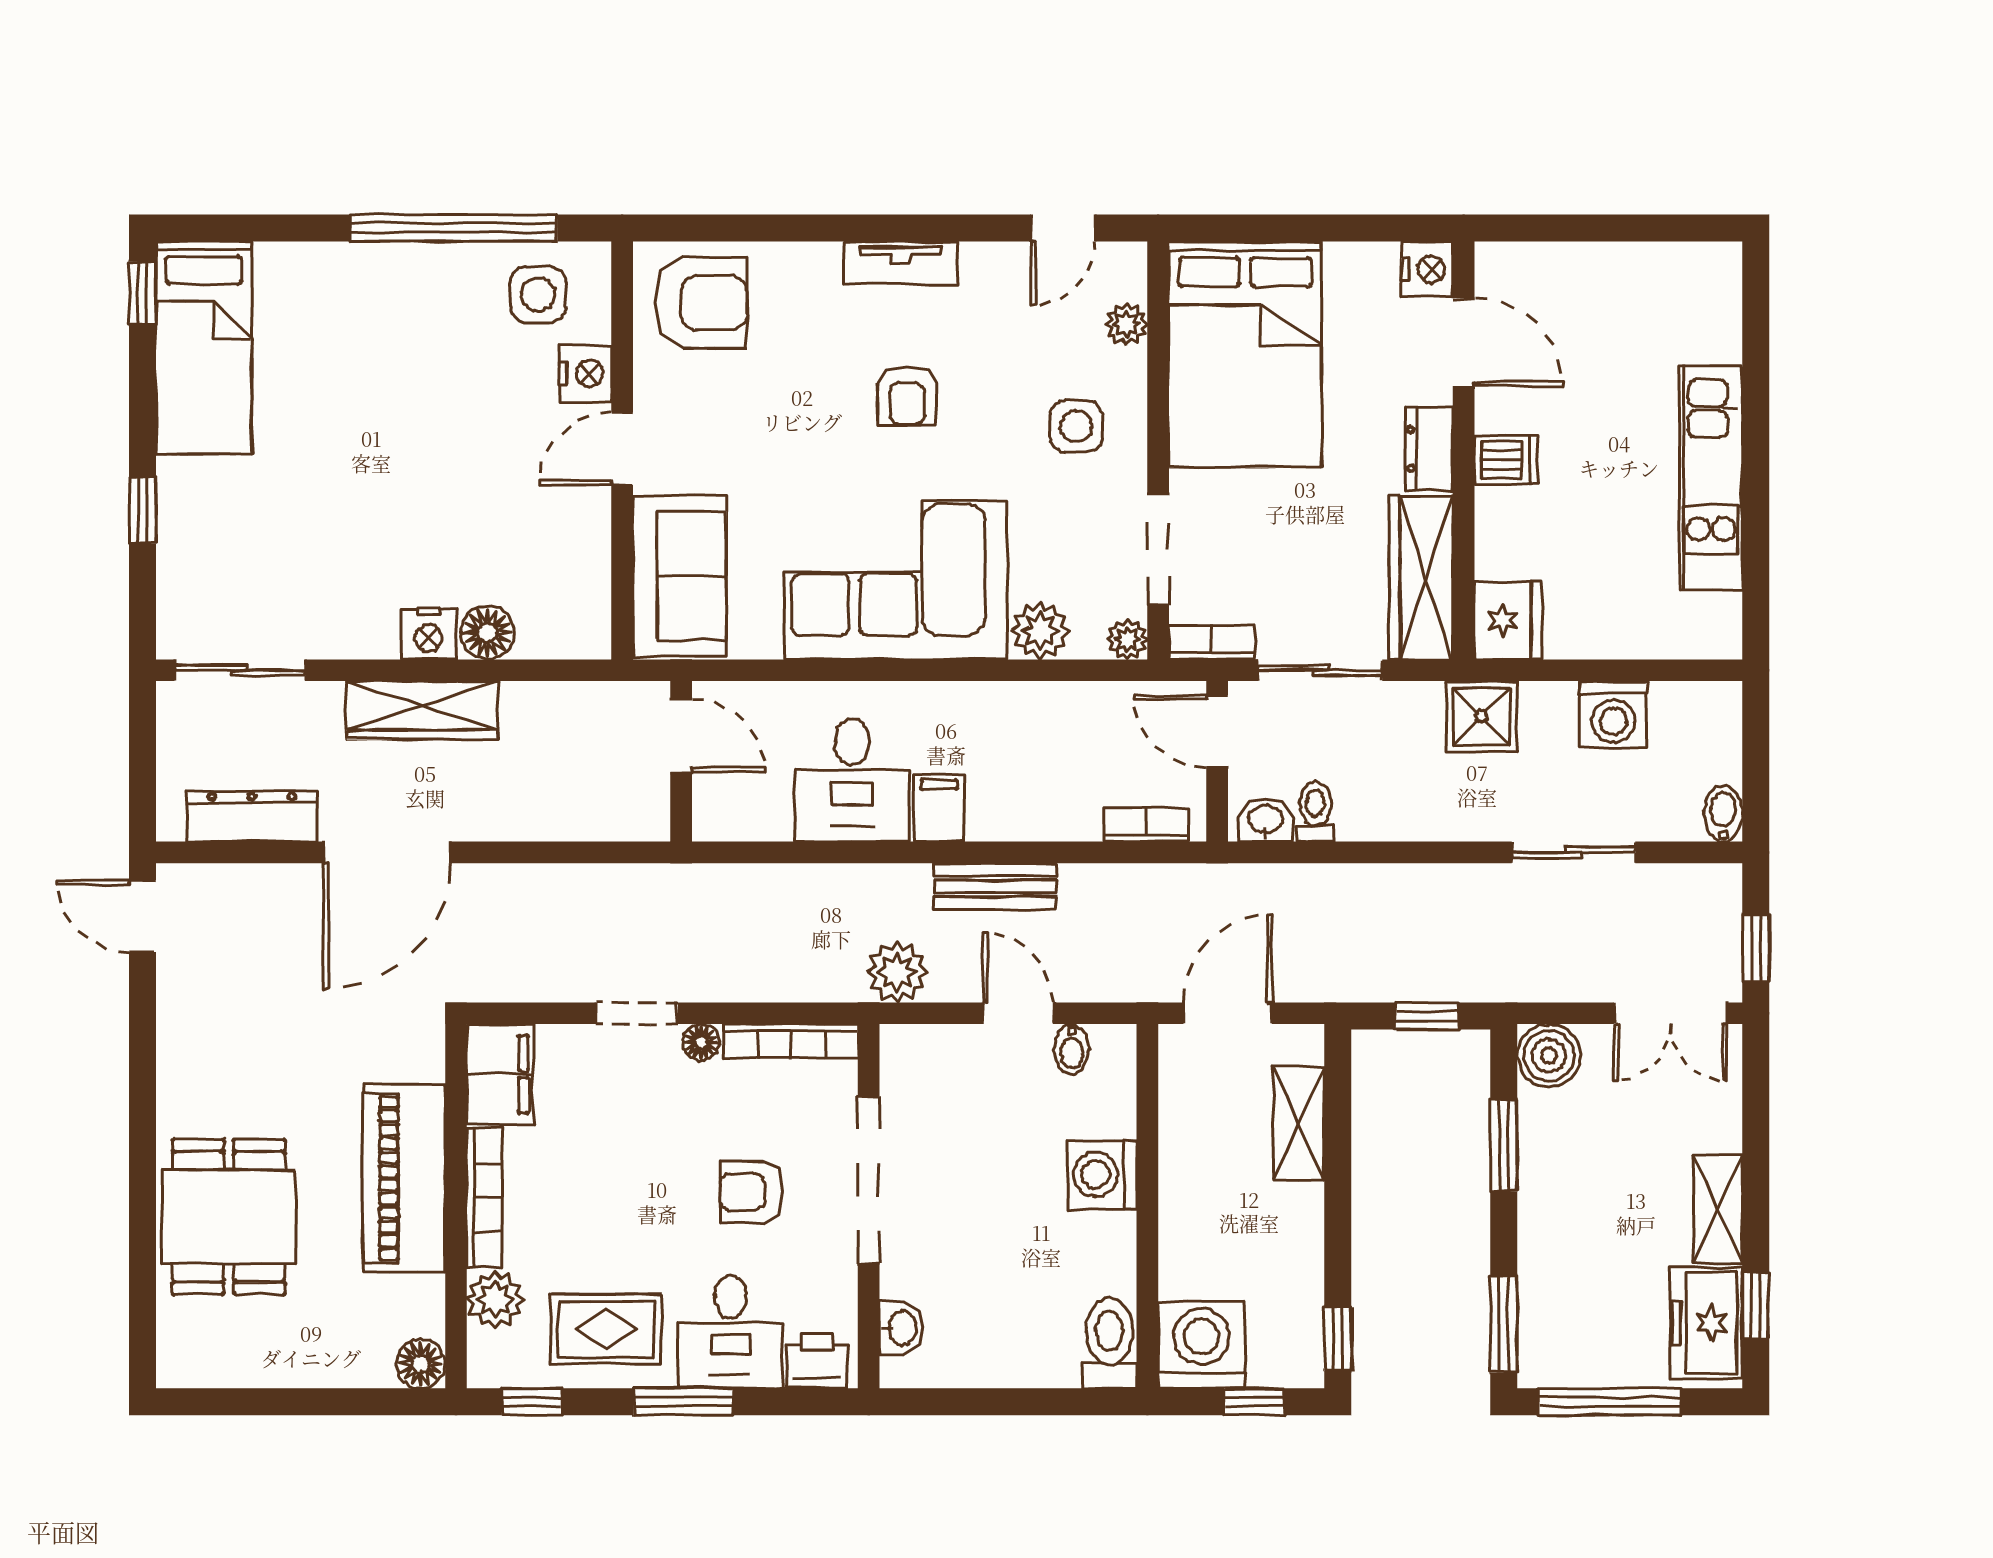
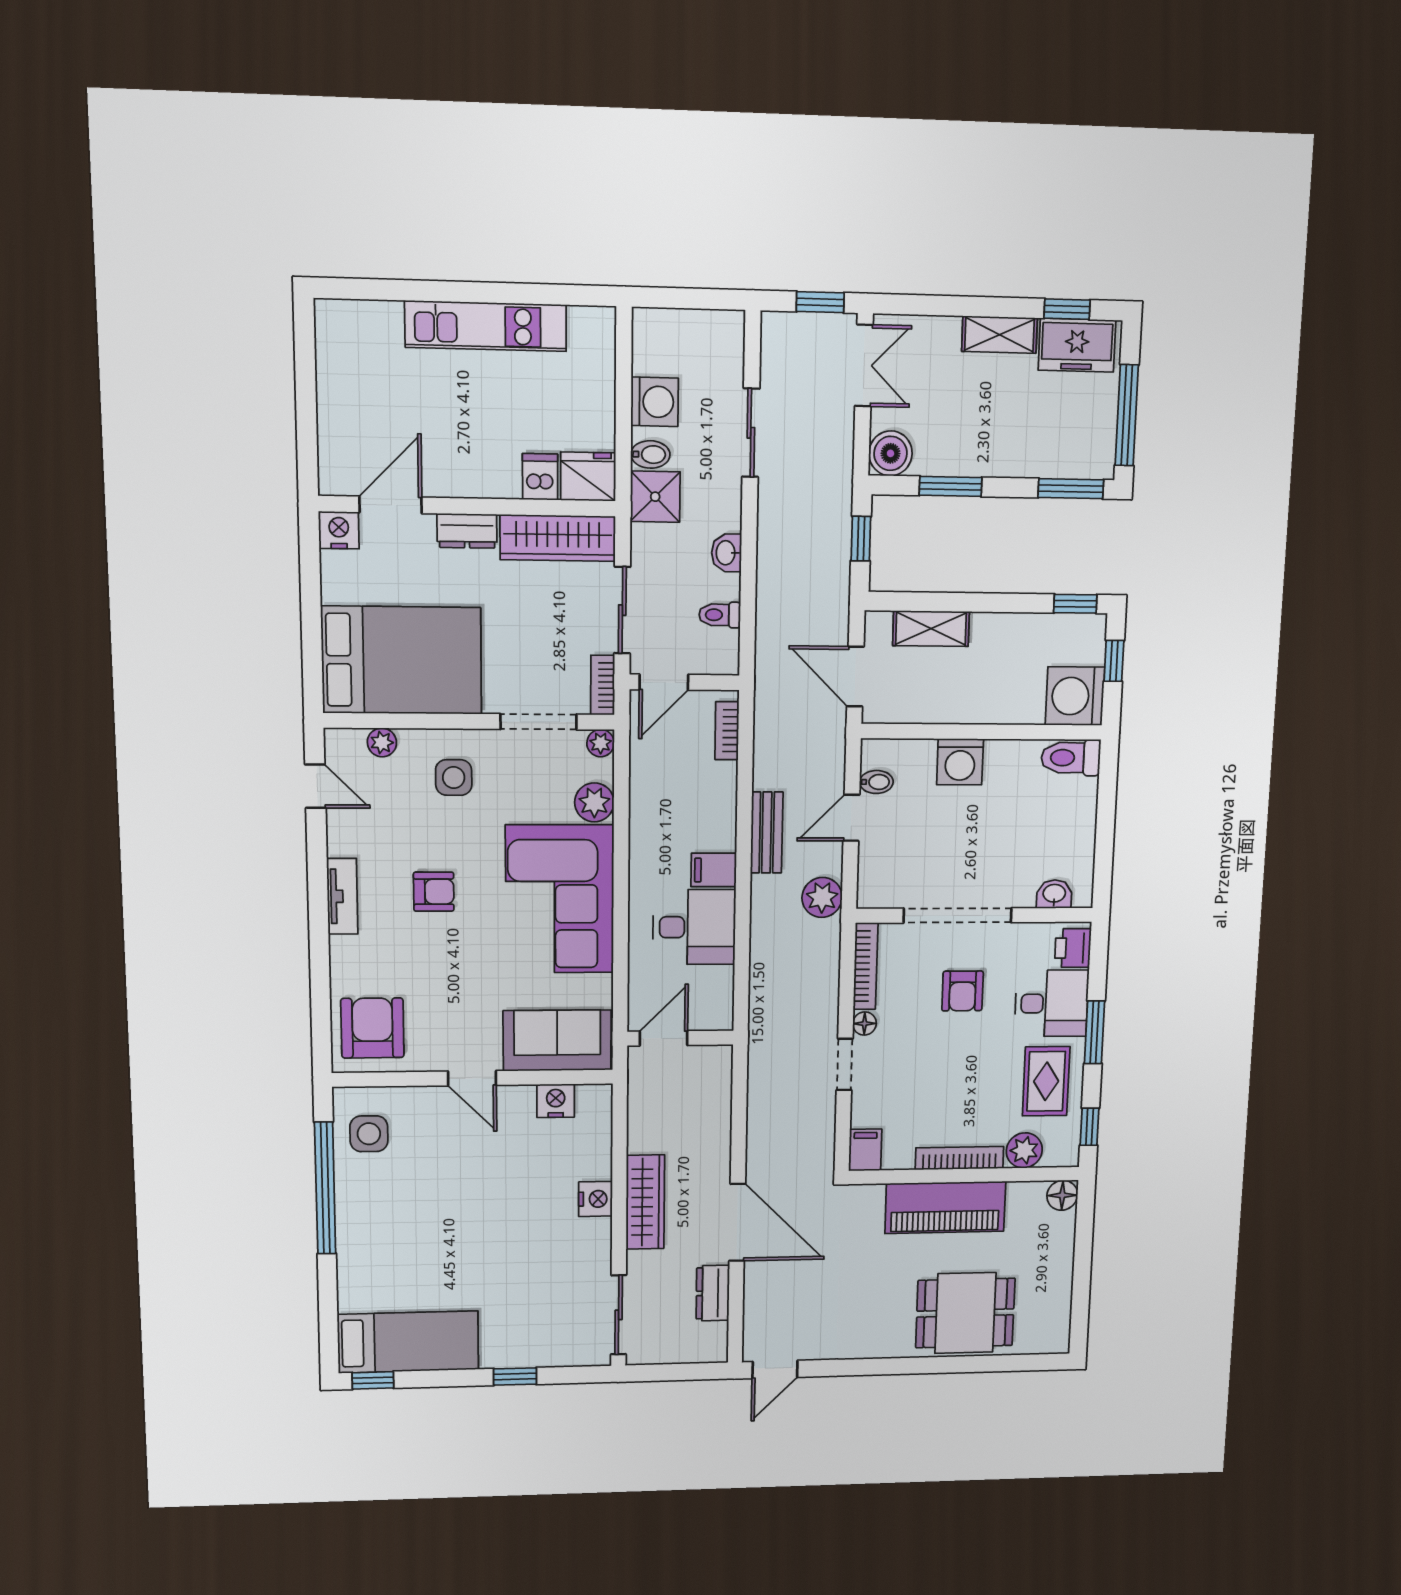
nightstand: (585, 373) -> (556, 1101), moved
dishwasher: (1506, 460) -> (540, 477), moved
floor lamp: (488, 633) -> (595, 1162), removed
bidet: (1723, 814) -> (650, 454), moved, turned 180
dresser: (252, 816) -> (713, 1293), width x0.70
washbasin: (1266, 820) -> (726, 553), moved
filing cabinet: (500, 1074) -> (865, 1150), width x0.50

